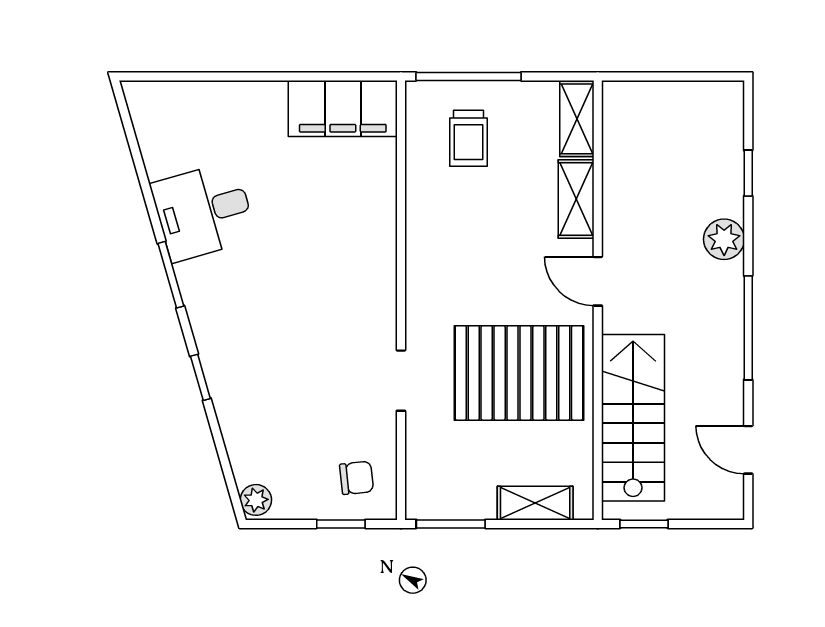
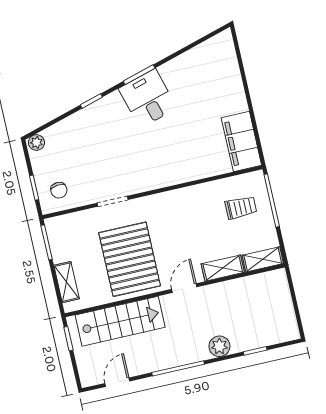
trolley: (469, 138) -> (241, 208), turned 180
desk: (203, 211) -> (148, 98), moved

